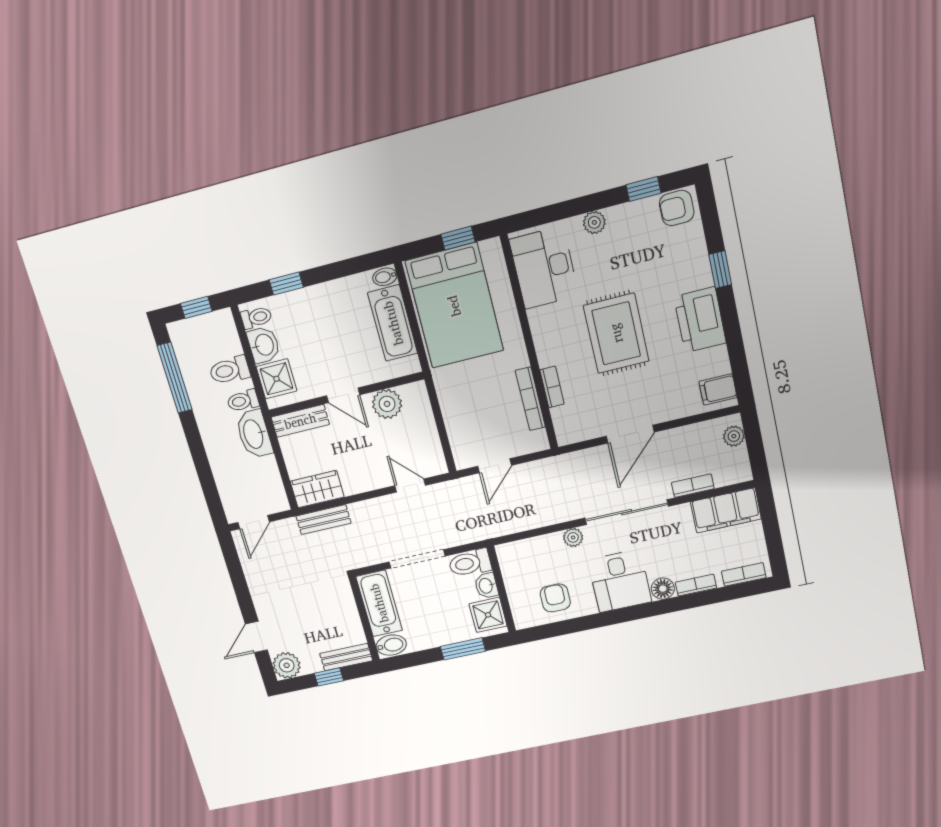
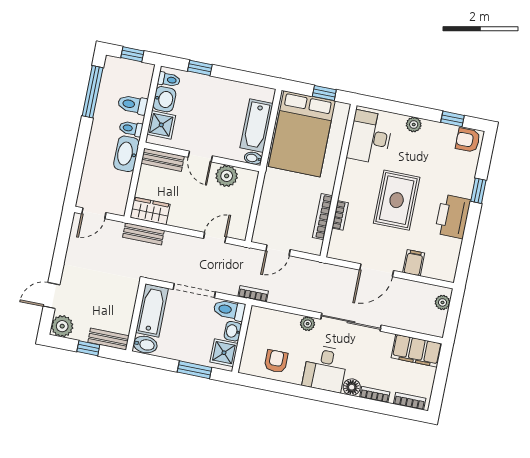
bidet: (385, 277) -> (253, 158), moved
filing cabinet: (718, 389) -> (414, 263), moved, turned 90
door: (410, 486) -> (215, 238), hinge flipped
bookcase: (693, 486) -> (253, 294), moved

